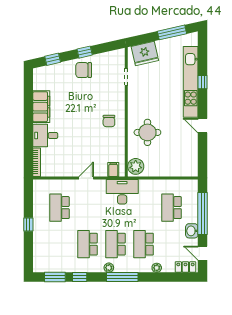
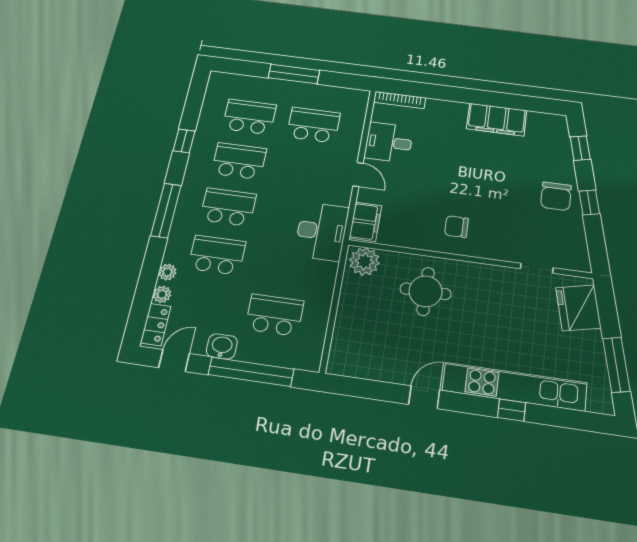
chair: (84, 70) -> (556, 196), turned 180
desk: (45, 135) -> (389, 142), moved, turned -90
filing cabinet: (113, 169) -> (365, 222), width x2.00
window: (28, 225) -> (294, 74), width x2.17
school desk: (59, 244) -> (249, 117), added
plant: (109, 268) -> (162, 294), moved
window: (55, 277) -> (194, 102), removed

